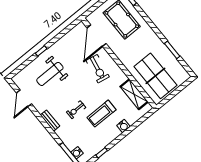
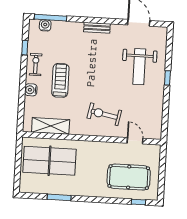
door: (97, 36) -> (135, 141), width x0.53
weight bench: (50, 74) -> (139, 67), turned 180
exercise bike: (76, 110) -> (36, 64), moved

